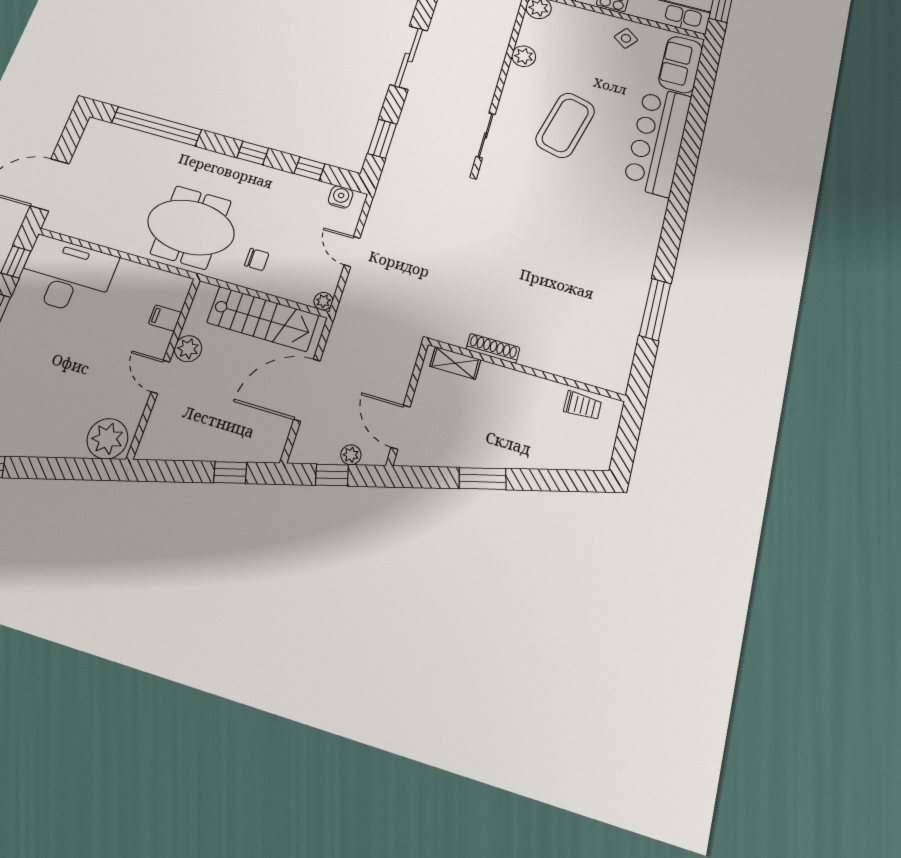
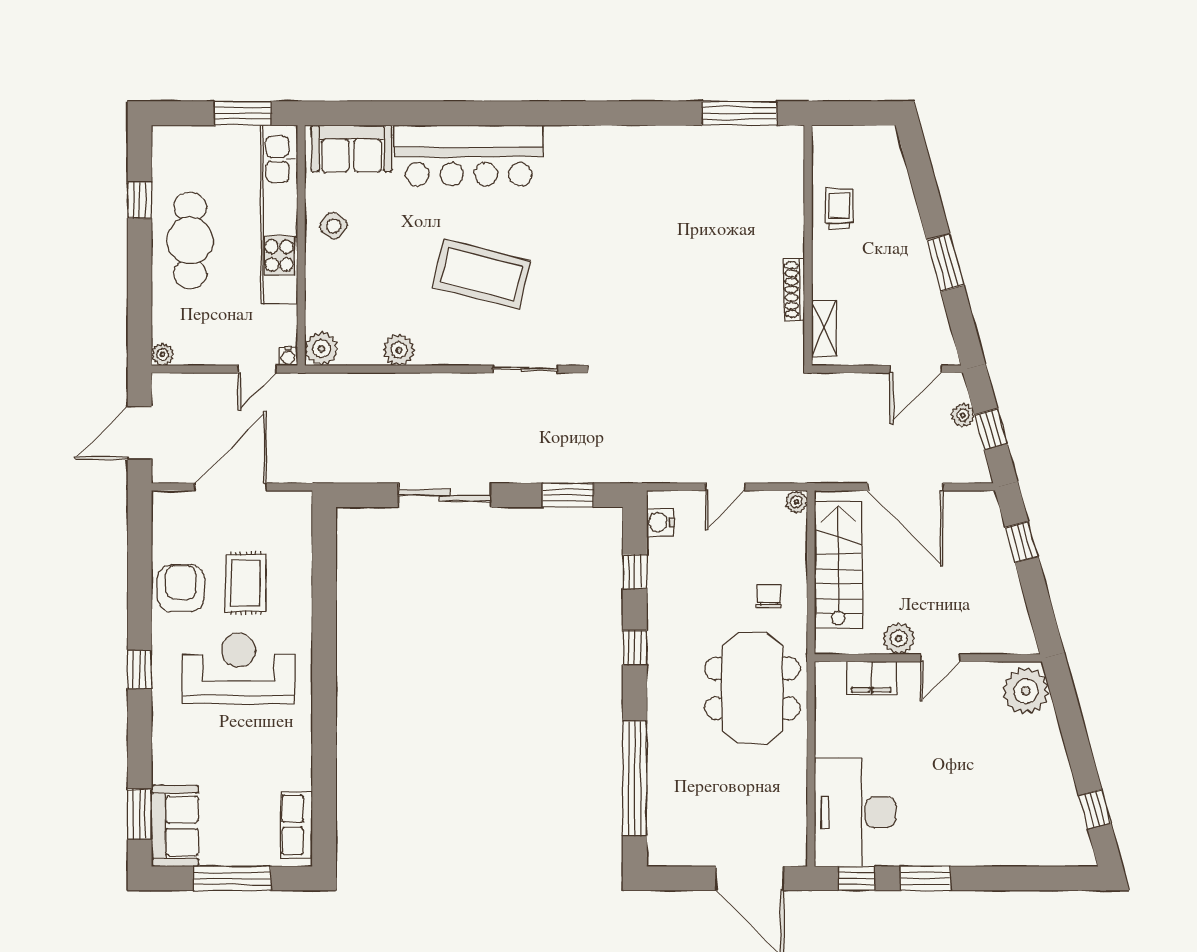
window: (655, 309) -> (740, 113), moved
filing cabinet: (165, 318) -> (871, 678), width x2.00
trolley: (583, 406) -> (839, 208), moved

